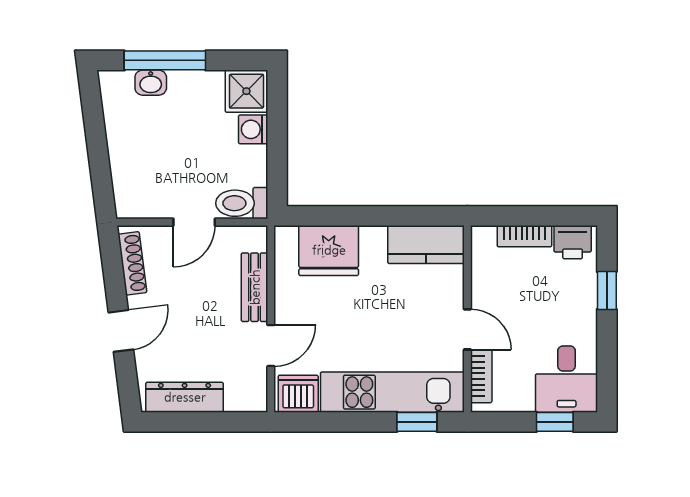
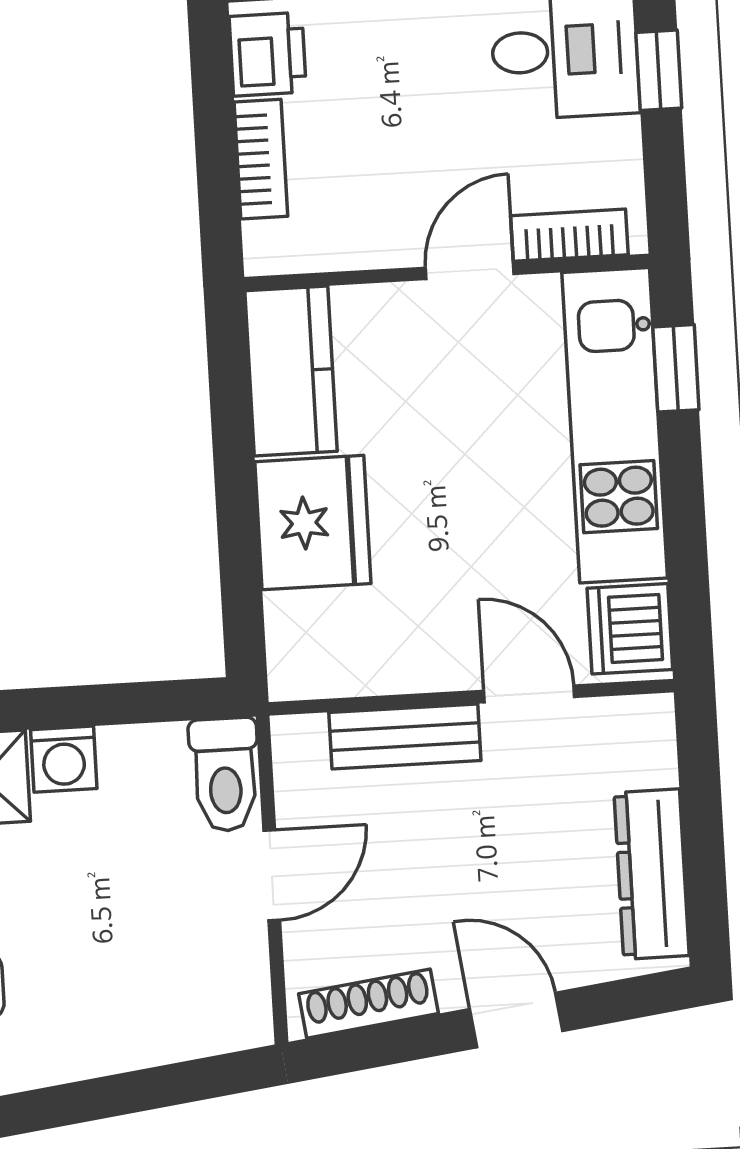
door: (194, 222) -> (272, 875), hinge flipped
fridge: (329, 250) -> (313, 523), moved

